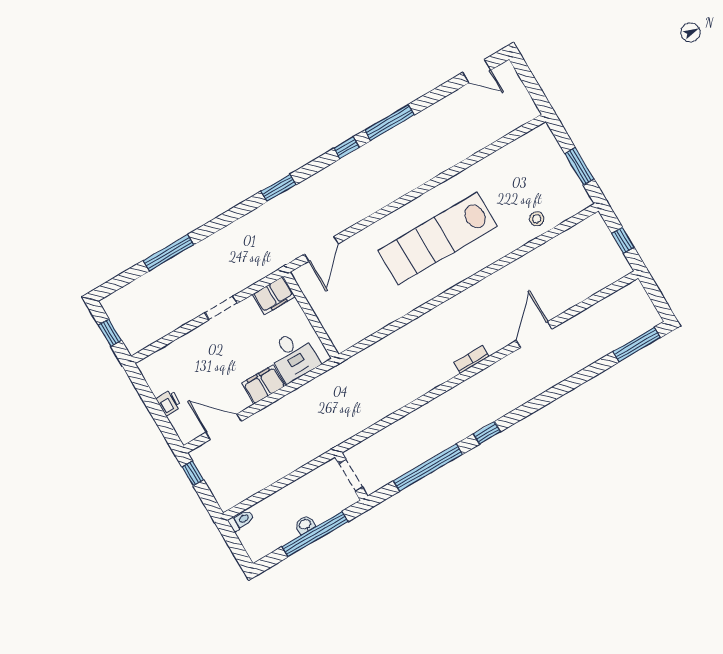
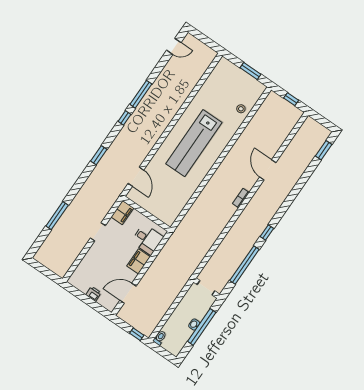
window: (110, 333) -> (46, 272), removed
window: (637, 345) -> (324, 150), width x0.69
window: (193, 473) -> (137, 334), moved

